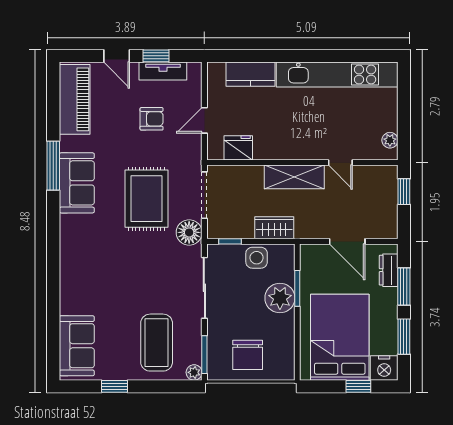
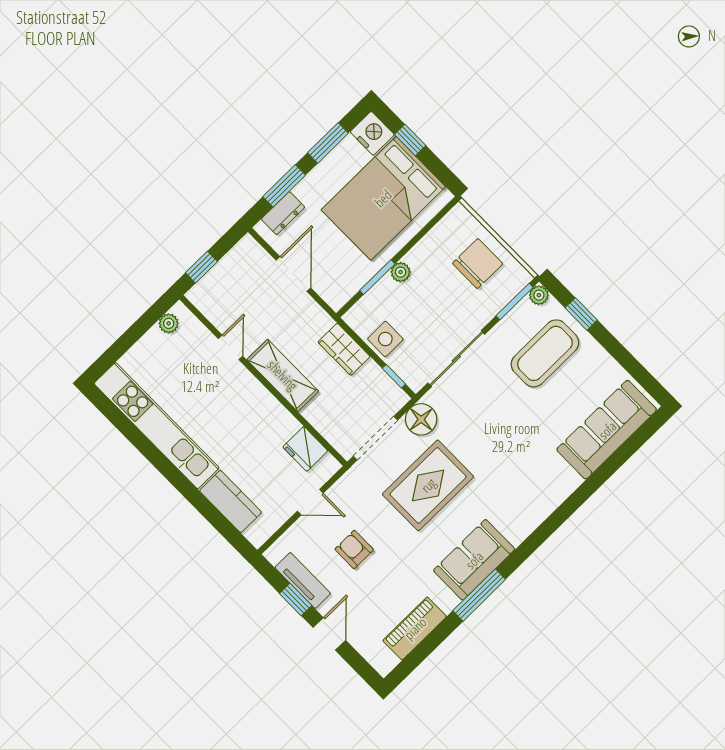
piano: (75, 99) -> (415, 628), width x0.73, depth x0.75
plant: (280, 298) -> (401, 272), width x0.53, depth x0.53
sofa: (77, 346) -> (607, 430), width x1.36
window: (115, 386) -> (581, 314), moved

